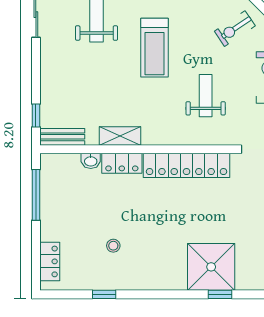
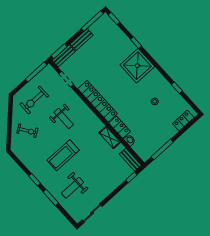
treadmill: (154, 48) -> (63, 155), turned 180
weight bench: (206, 96) -> (64, 118), turned -90
shower: (211, 267) -> (137, 66), moved

